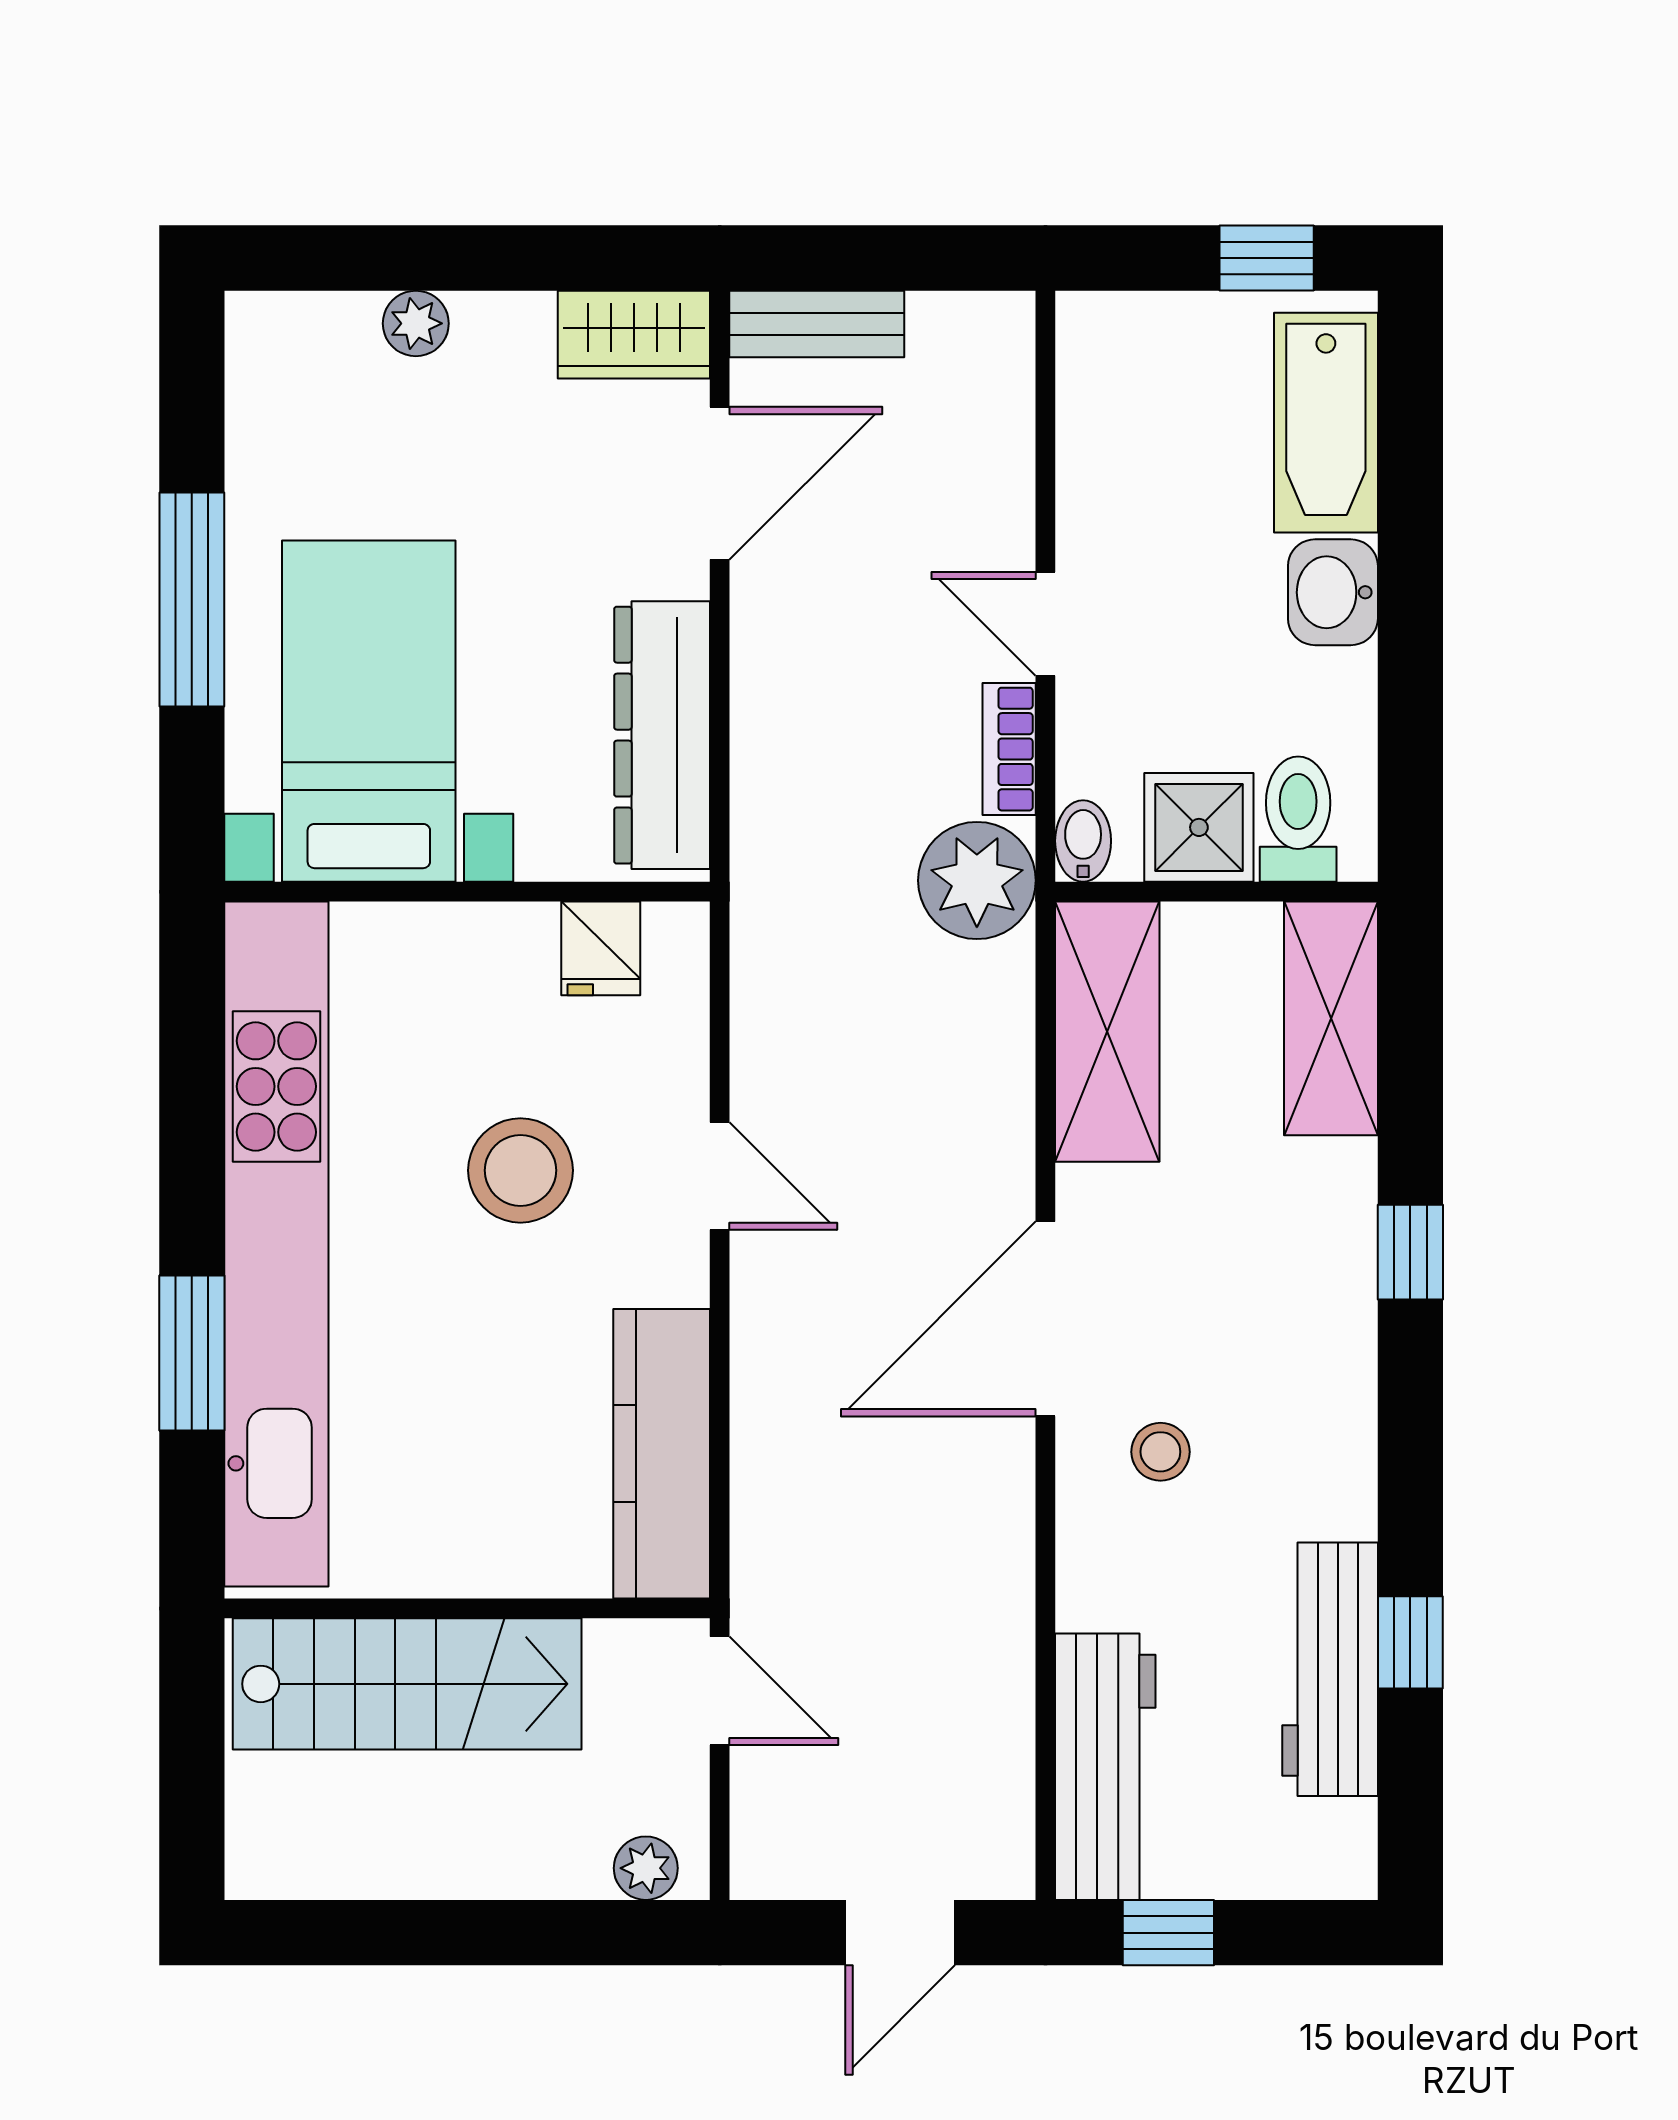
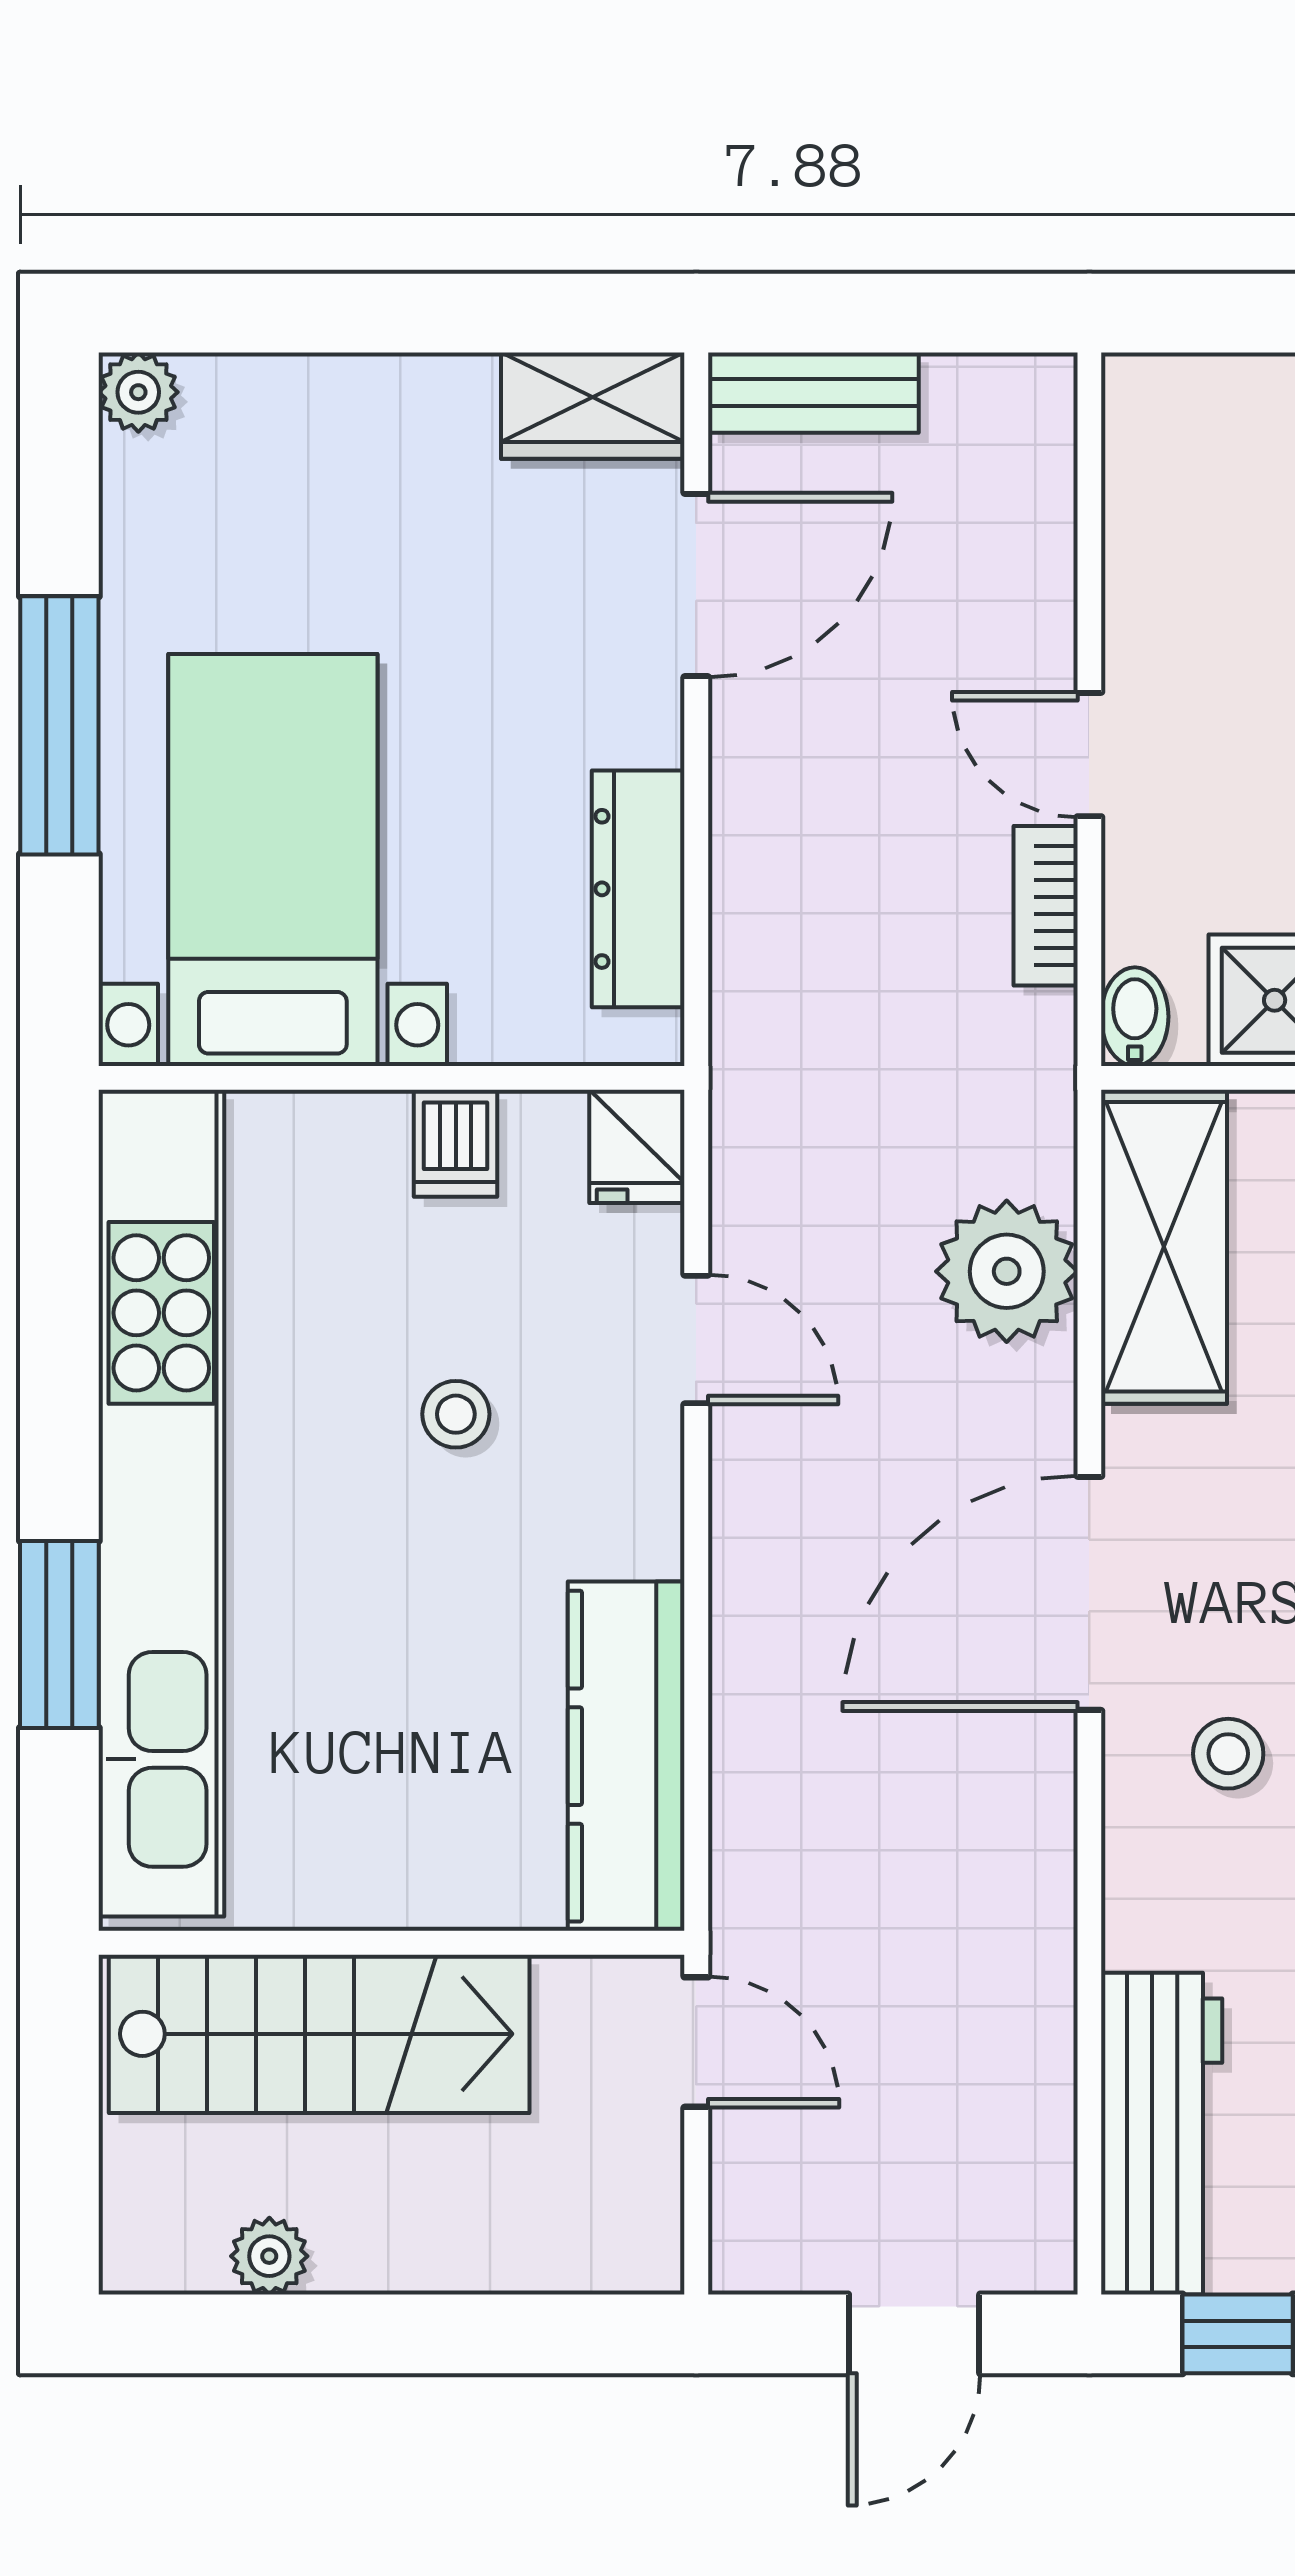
plant: (416, 323) -> (138, 392), moved
dresser: (662, 735) -> (638, 889), width x0.73, depth x0.80
plant: (977, 880) -> (1007, 1271), moved
dishwasher: (520, 946) -> (456, 1143), added
fridge: (601, 948) -> (637, 1146), moved
stool: (520, 1170) -> (456, 1414), width x0.53, depth x0.53
door: (720, 1176) -> (696, 1339), moved
plant: (646, 1868) -> (269, 2256), moved

